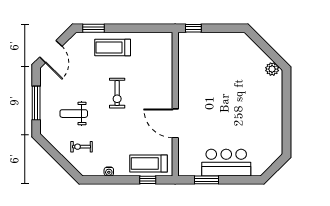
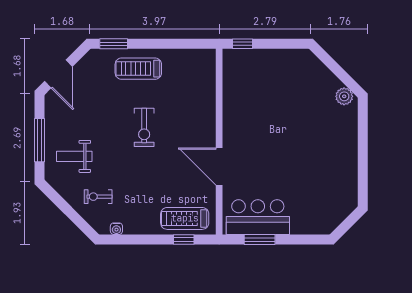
weight bench: (74, 114) -> (74, 156), moved
bar counter: (226, 163) -> (258, 217), moved
water cooler: (109, 172) -> (116, 229), moved

